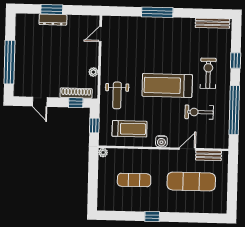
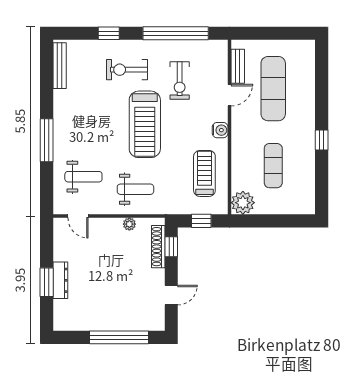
weight bench: (130, 39) -> (83, 177), added
weight bench: (117, 95) -> (135, 189), moved
door: (187, 149) -> (229, 95), swing flipped
plant: (103, 153) -> (243, 203), width x1.88, depth x1.88

